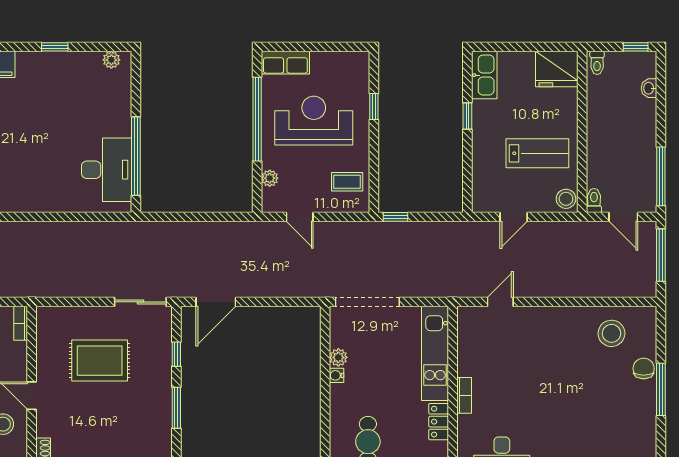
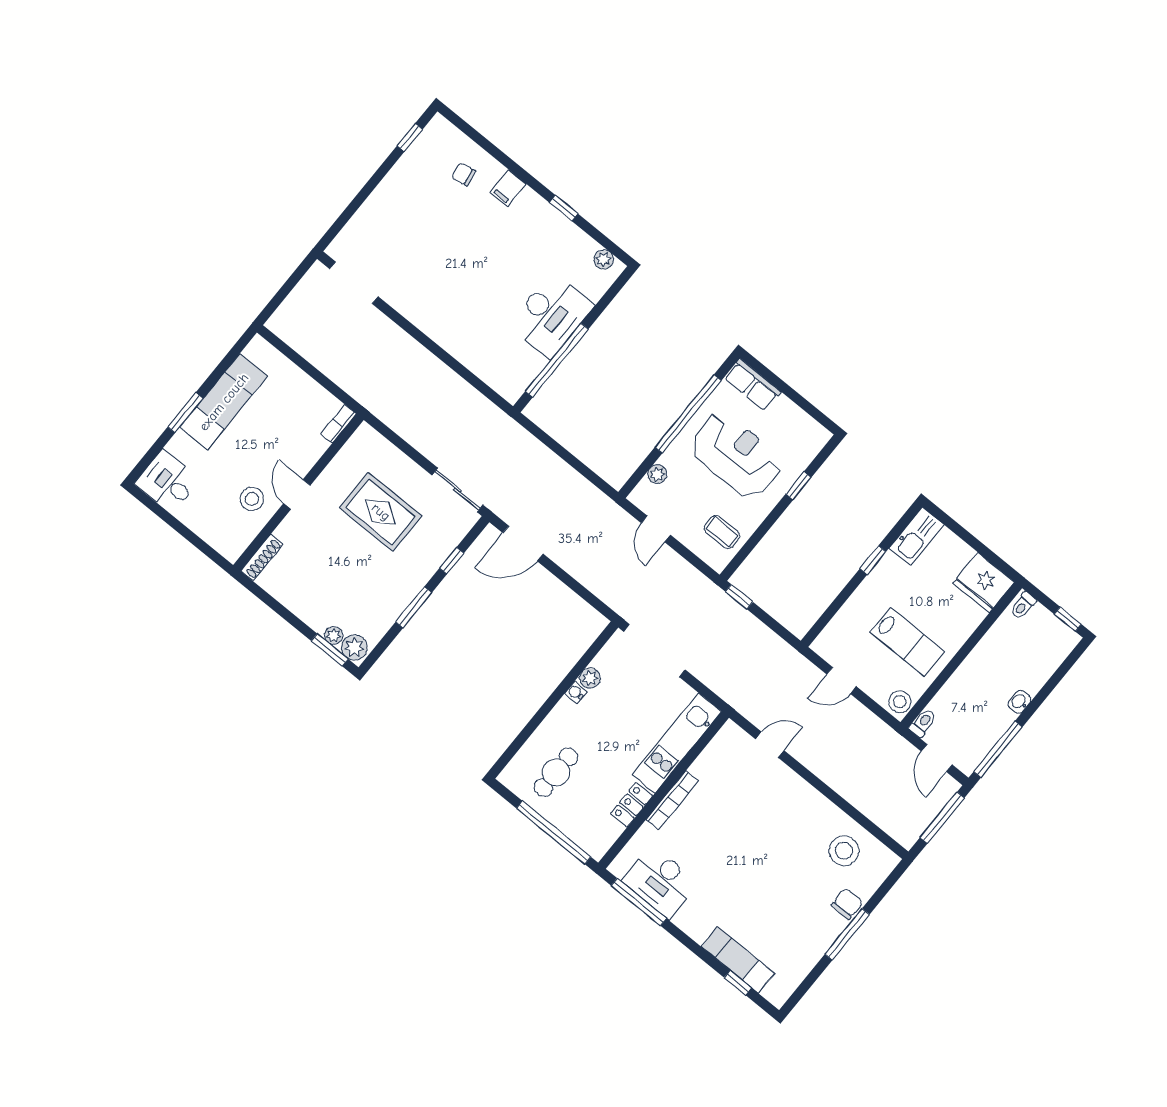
washbasin: (649, 88) -> (1019, 702), moved
desk: (107, 170) -> (551, 315), moved
bookcase: (464, 395) -> (672, 800), width x1.56

